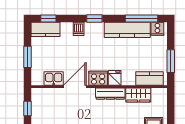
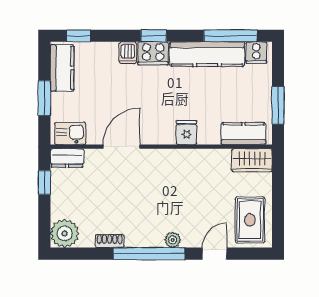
kitchen counter: (45, 29) -> (62, 68), moved, turned -90
kitchen sink: (54, 78) -> (70, 133), moved
cooker: (98, 78) -> (153, 53), moved, turned 180
dresser: (110, 94) -> (67, 158), moved, width x0.70
wardrobe: (138, 95) -> (252, 160), moved

